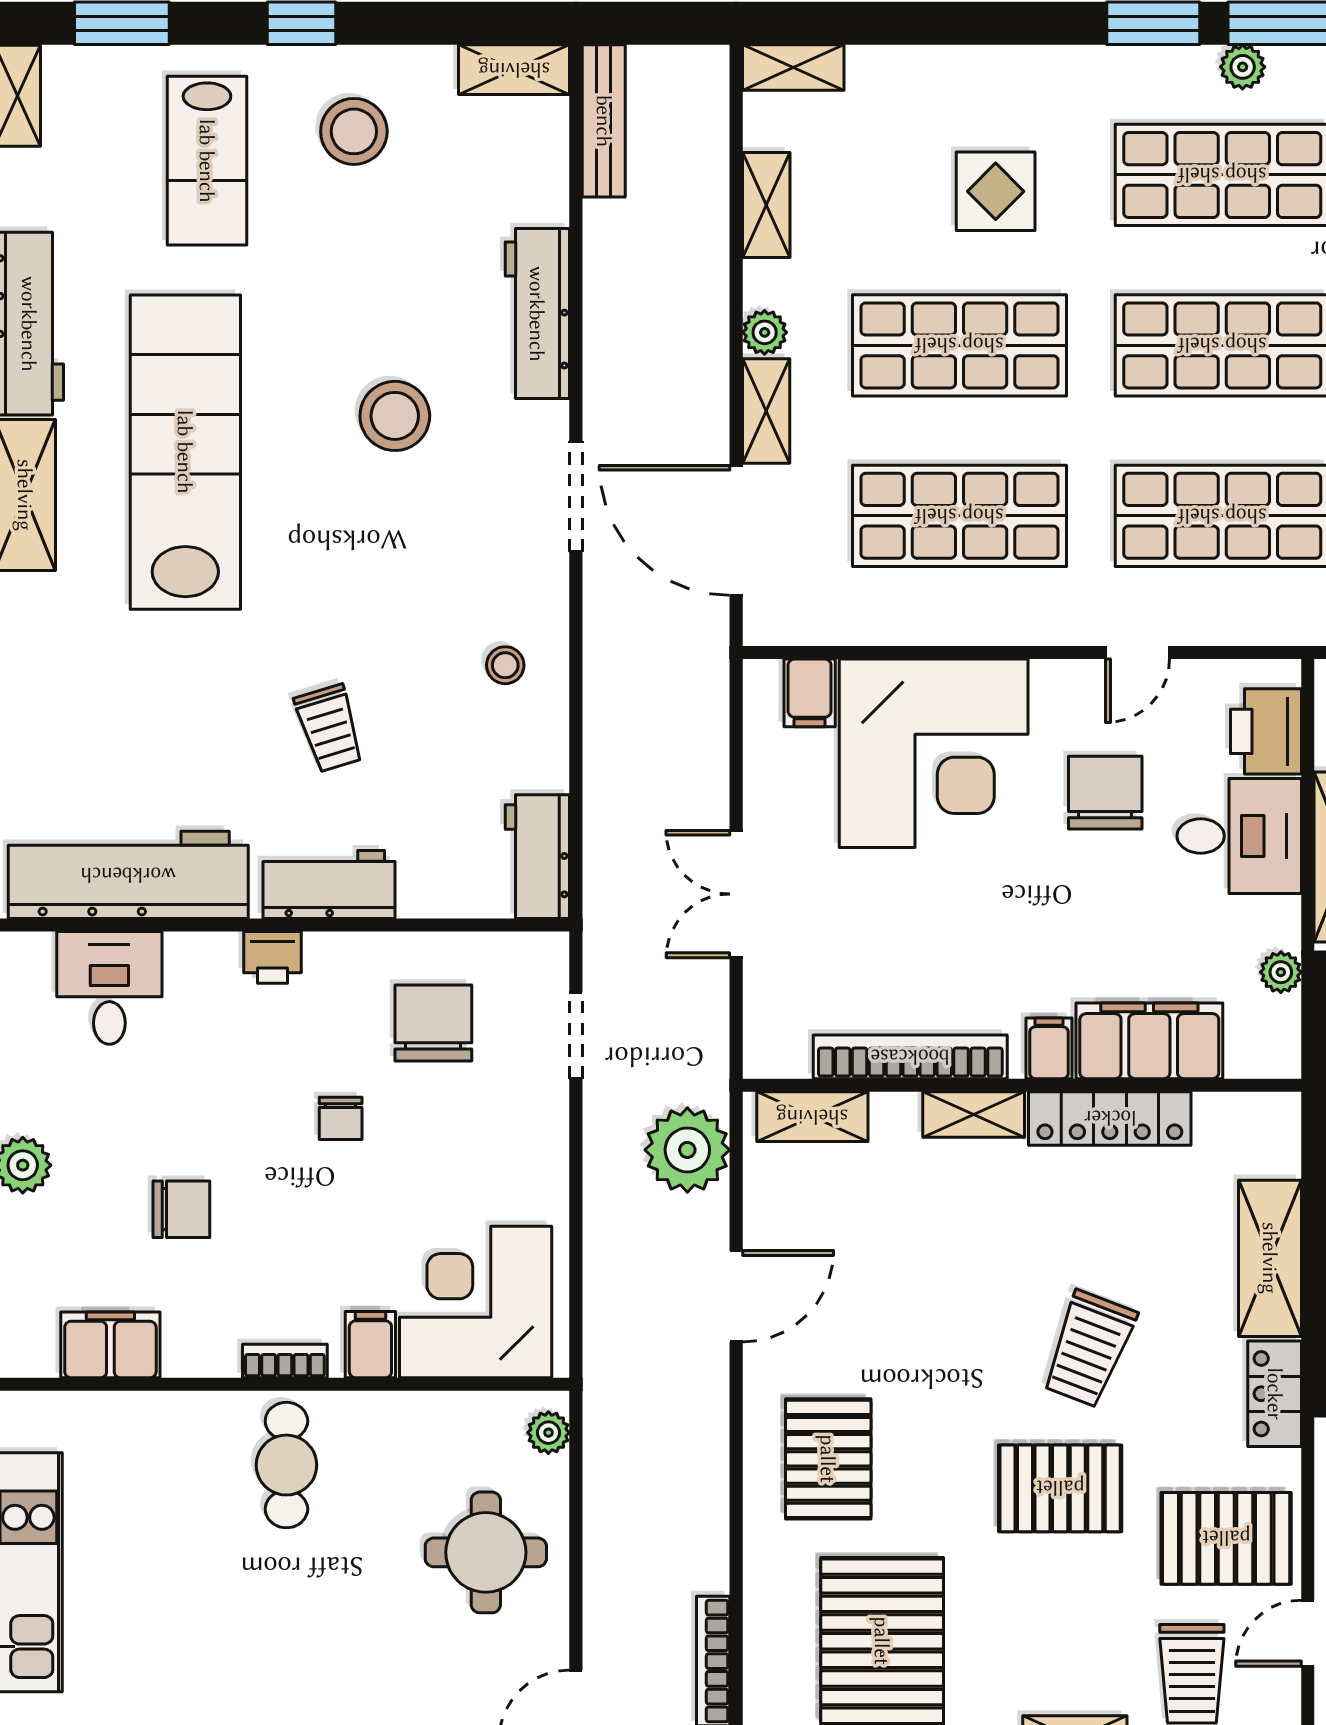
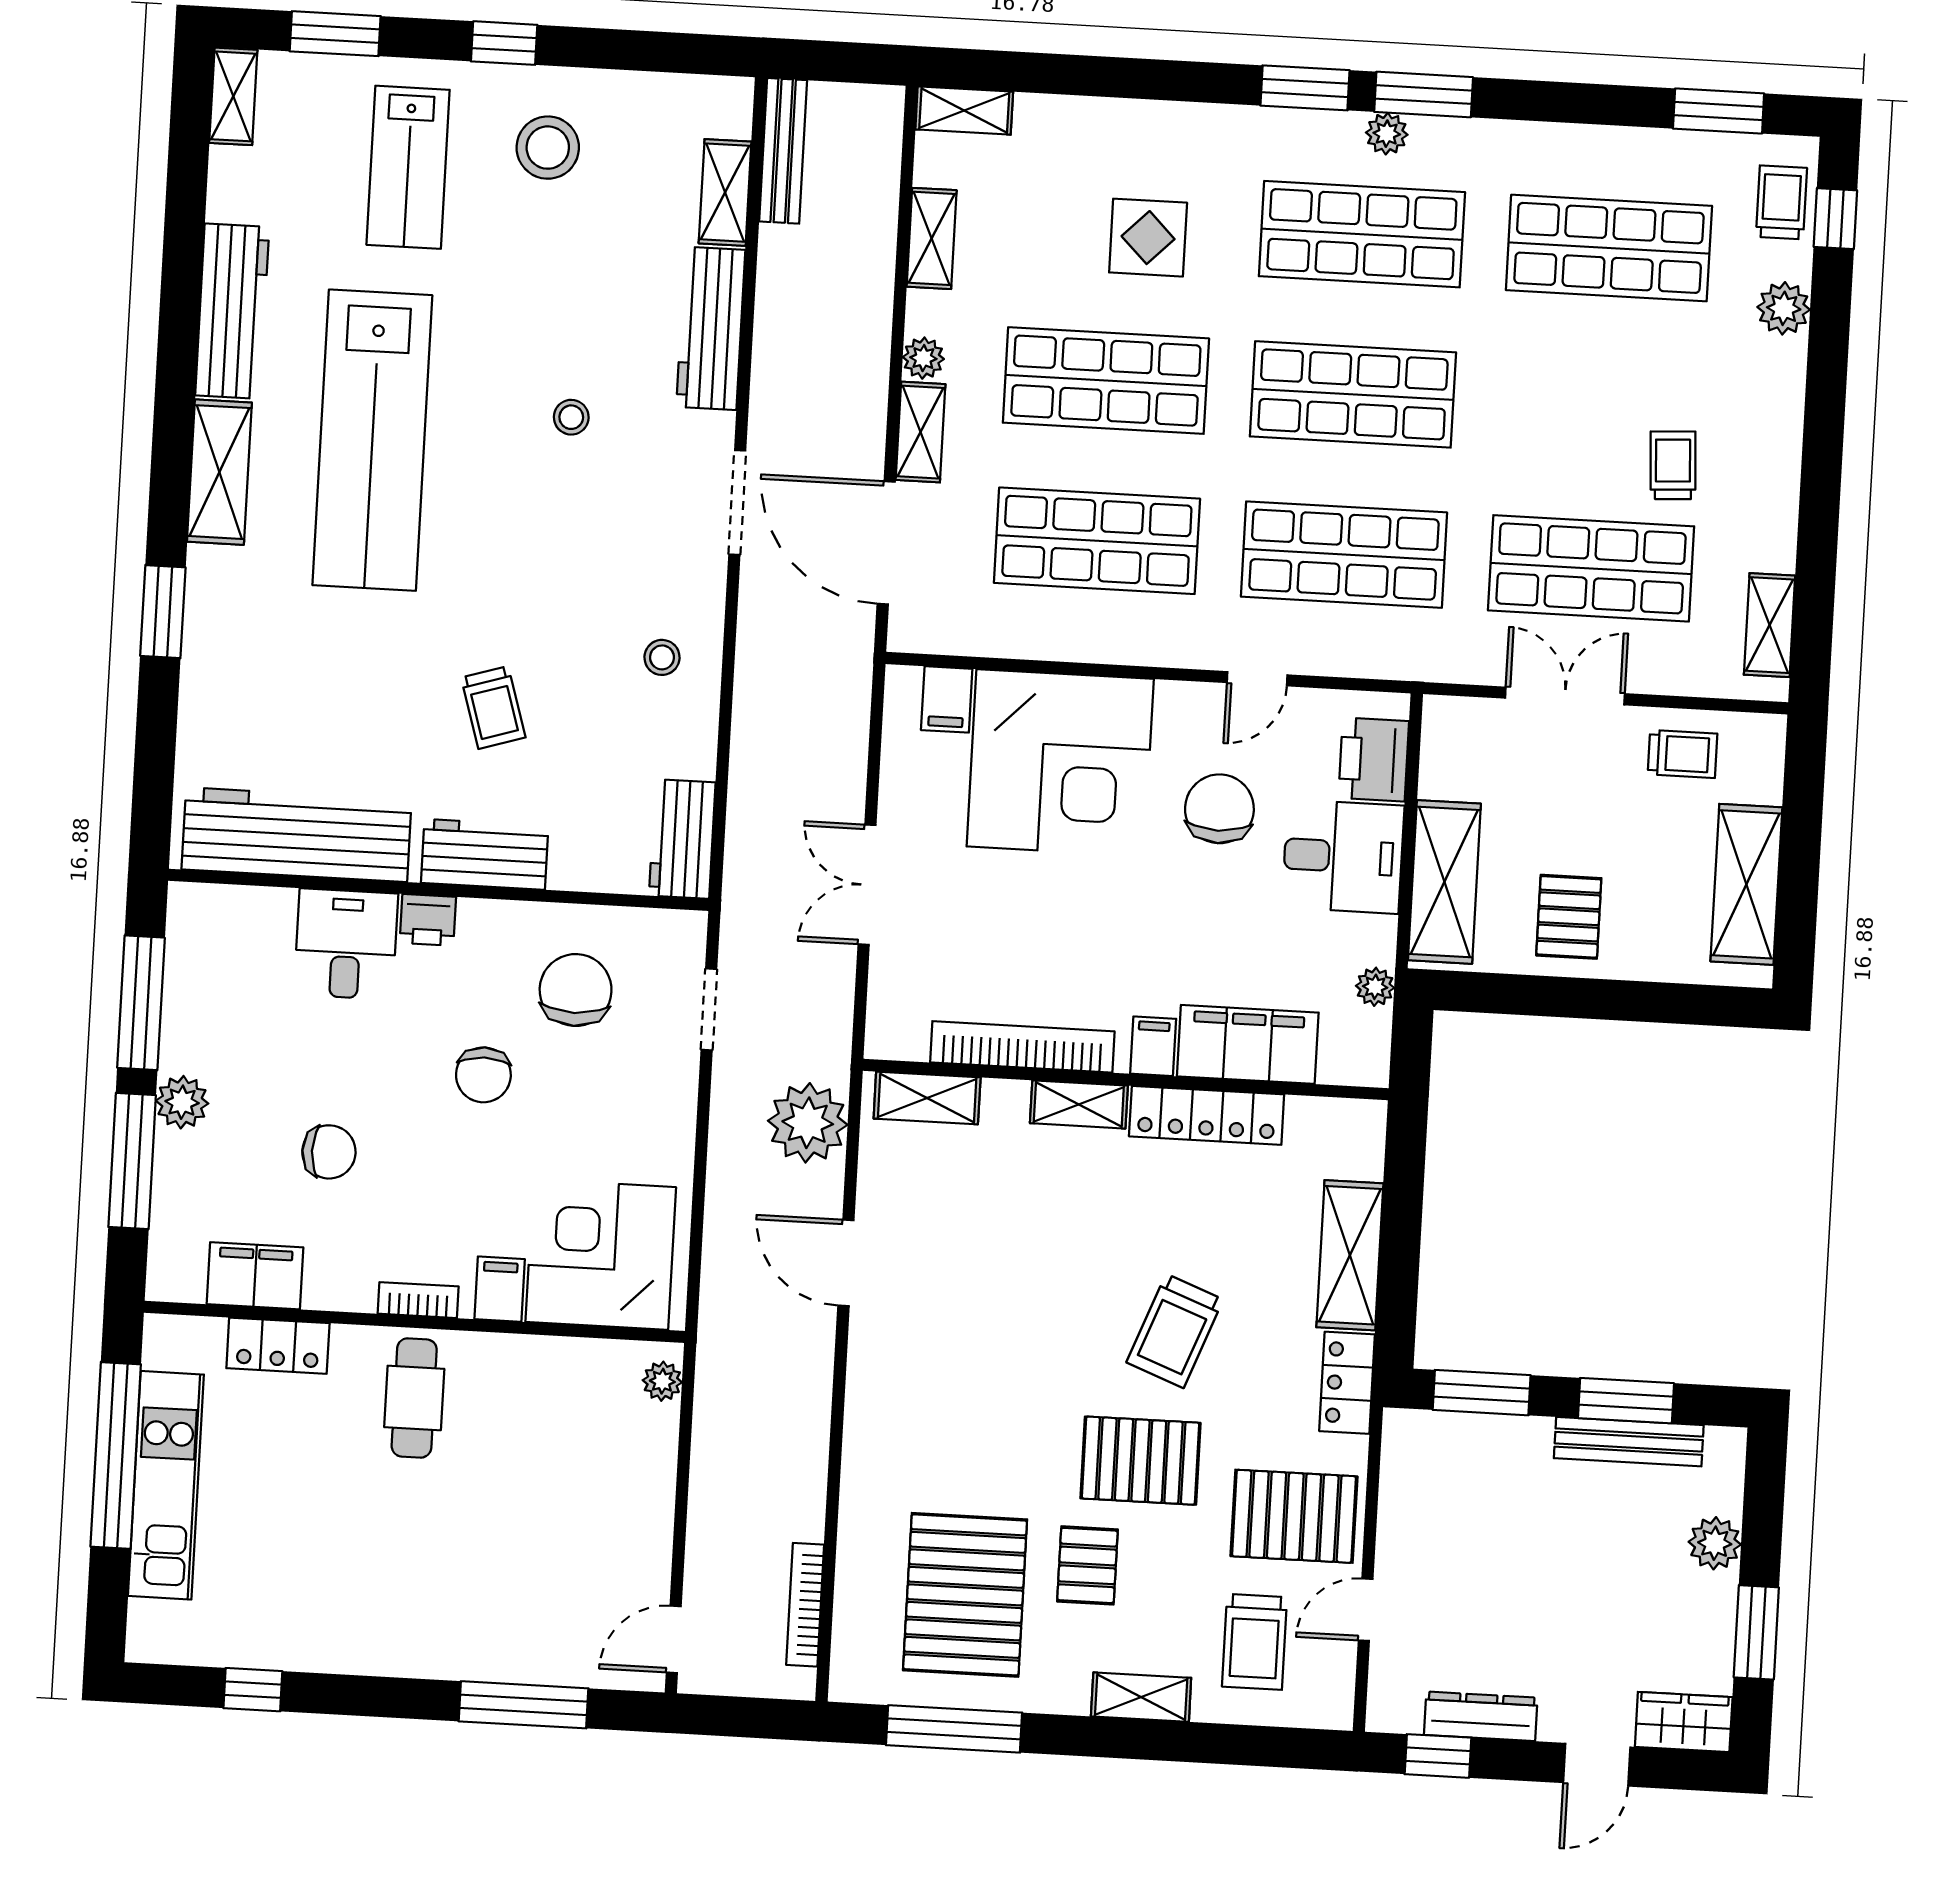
shelving: (514, 70) -> (725, 193), moved, turned 90
stool: (395, 416) -> (571, 417), width x0.53, depth x0.53
lab bench: (185, 452) -> (372, 440), turned 180
desk: (109, 988) -> (346, 944), moved
chair: (341, 1118) -> (483, 1075), width x1.37, depth x1.37
door: (736, 1296) -> (846, 1263), swing flipped
locker: (139, 1418) -> (278, 1346), added
pallet: (828, 1459) -> (1087, 1565), moved, width x0.67, depth x0.71
round table: (486, 1552) -> (597, 1491), removed

